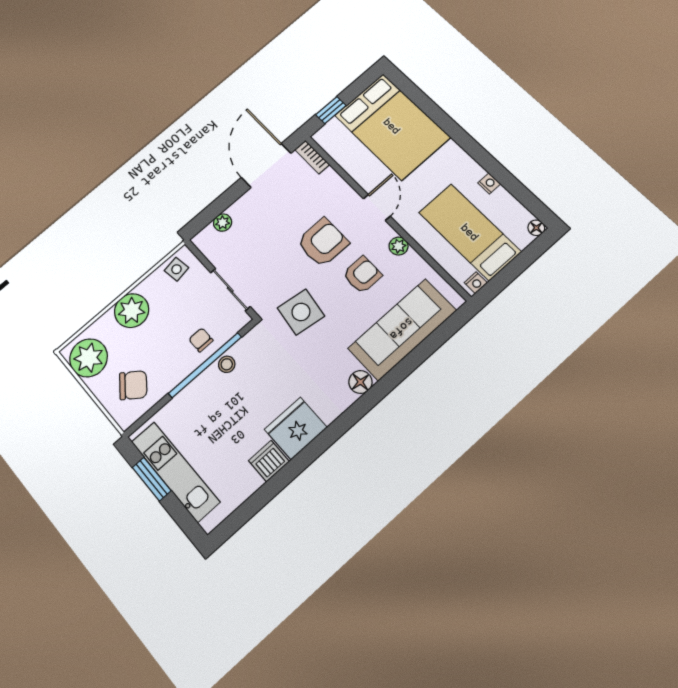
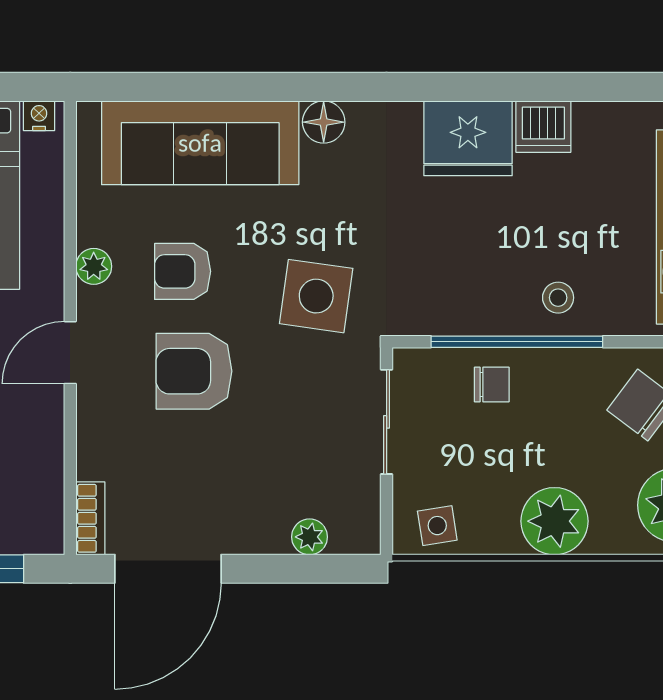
chair: (201, 340) -> (492, 385), turned -90
stool: (227, 364) -> (558, 298), moved

